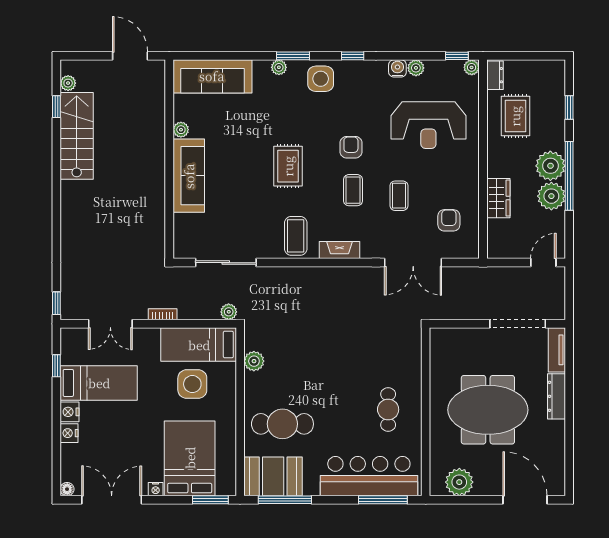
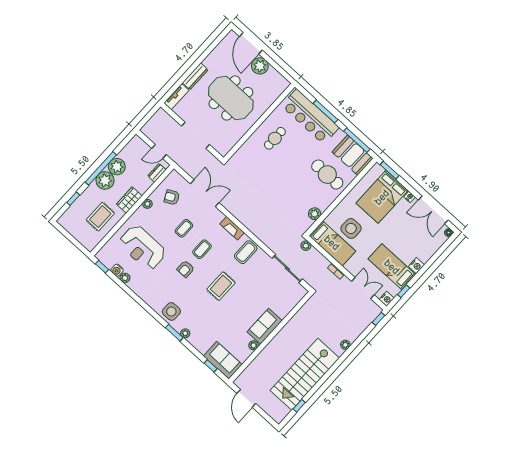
window: (353, 56) -> (211, 366), moved
plant: (472, 67) -> (147, 204), moved
water cooler: (397, 68) -> (117, 270), moved
dresser: (495, 75) -> (157, 173), moved
sofa: (212, 76) -> (223, 360), width x0.73
plant: (68, 83) -> (345, 345), moved
reception desk: (428, 125) -> (142, 248), turned 180
stairs: (77, 136) -> (305, 374), width x1.36, depth x1.51
sofa: (189, 176) -> (265, 326), width x0.73
wardrobe: (498, 198) -> (129, 200), moved
armchair: (449, 220) -> (172, 197), turned 63
door: (543, 263) -> (159, 151), moved
doorway: (518, 324) -> (196, 135), moved
nightstand: (69, 433) -> (387, 299), moved
plant: (459, 482) -> (260, 66), moved
window: (383, 500) -> (325, 111), moved

